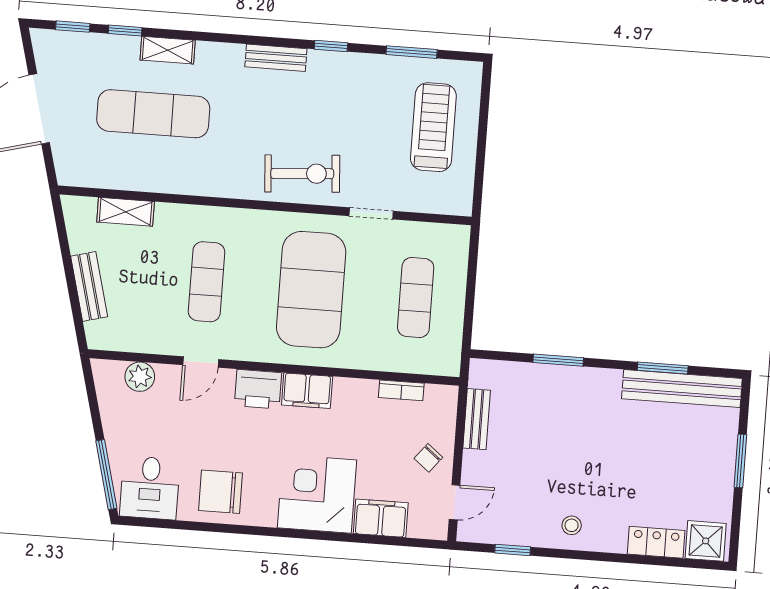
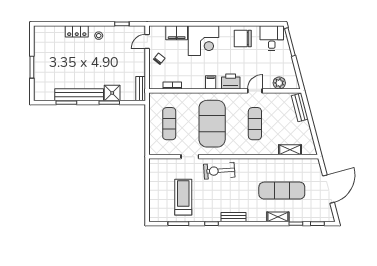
treadmill: (433, 127) -> (183, 197), moved, turned 180
bench: (89, 286) -> (300, 107), moved
bench: (682, 389) -> (79, 95), moved
filing cabinet: (307, 391) -> (211, 82), width x0.50
bench: (477, 419) -> (141, 89), moved
chair: (221, 492) -> (243, 39), turned 180
shower: (706, 541) -> (112, 93), moved
locker: (656, 542) -> (77, 31), moved

